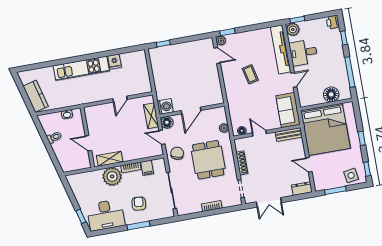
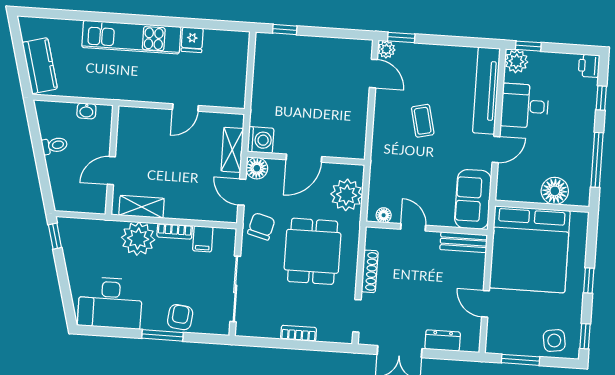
plant: (224, 128) -> (347, 195), width x1.87, depth x1.87
door: (88, 143) -> (111, 171), hinge flipped
dresser: (302, 189) -> (443, 341), moved
armchair: (139, 204) -> (180, 317), moved
window: (81, 216) -> (55, 236), moved

